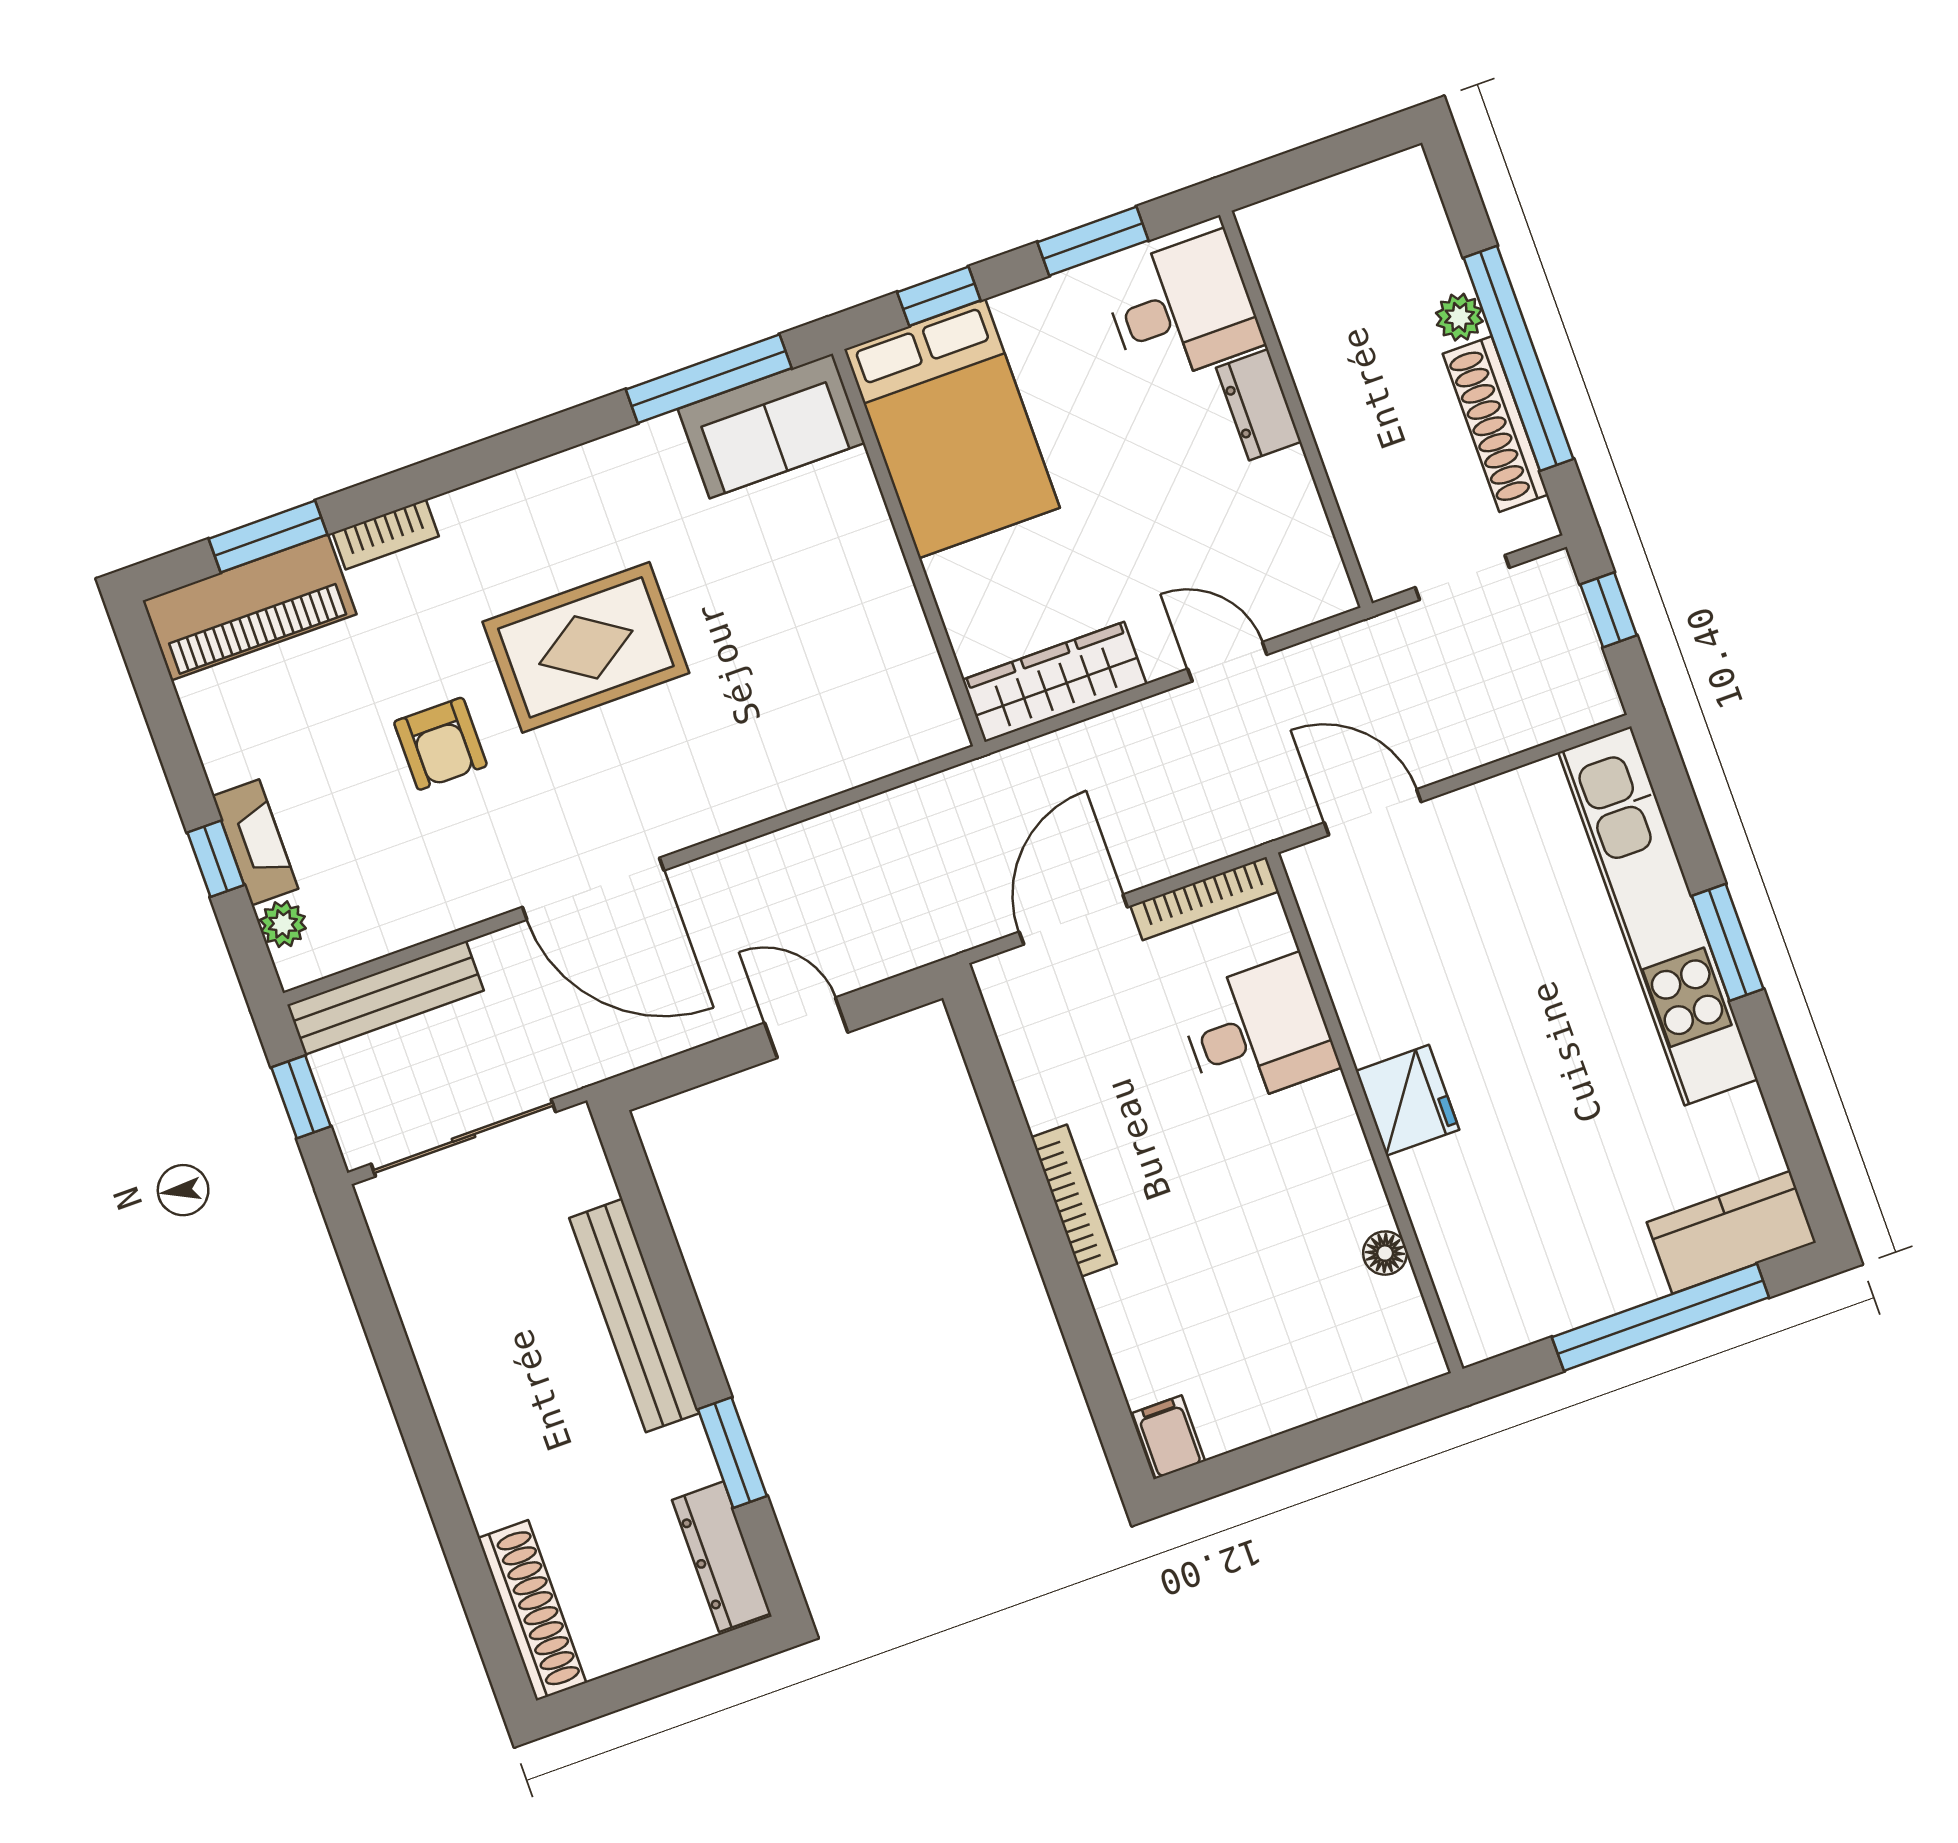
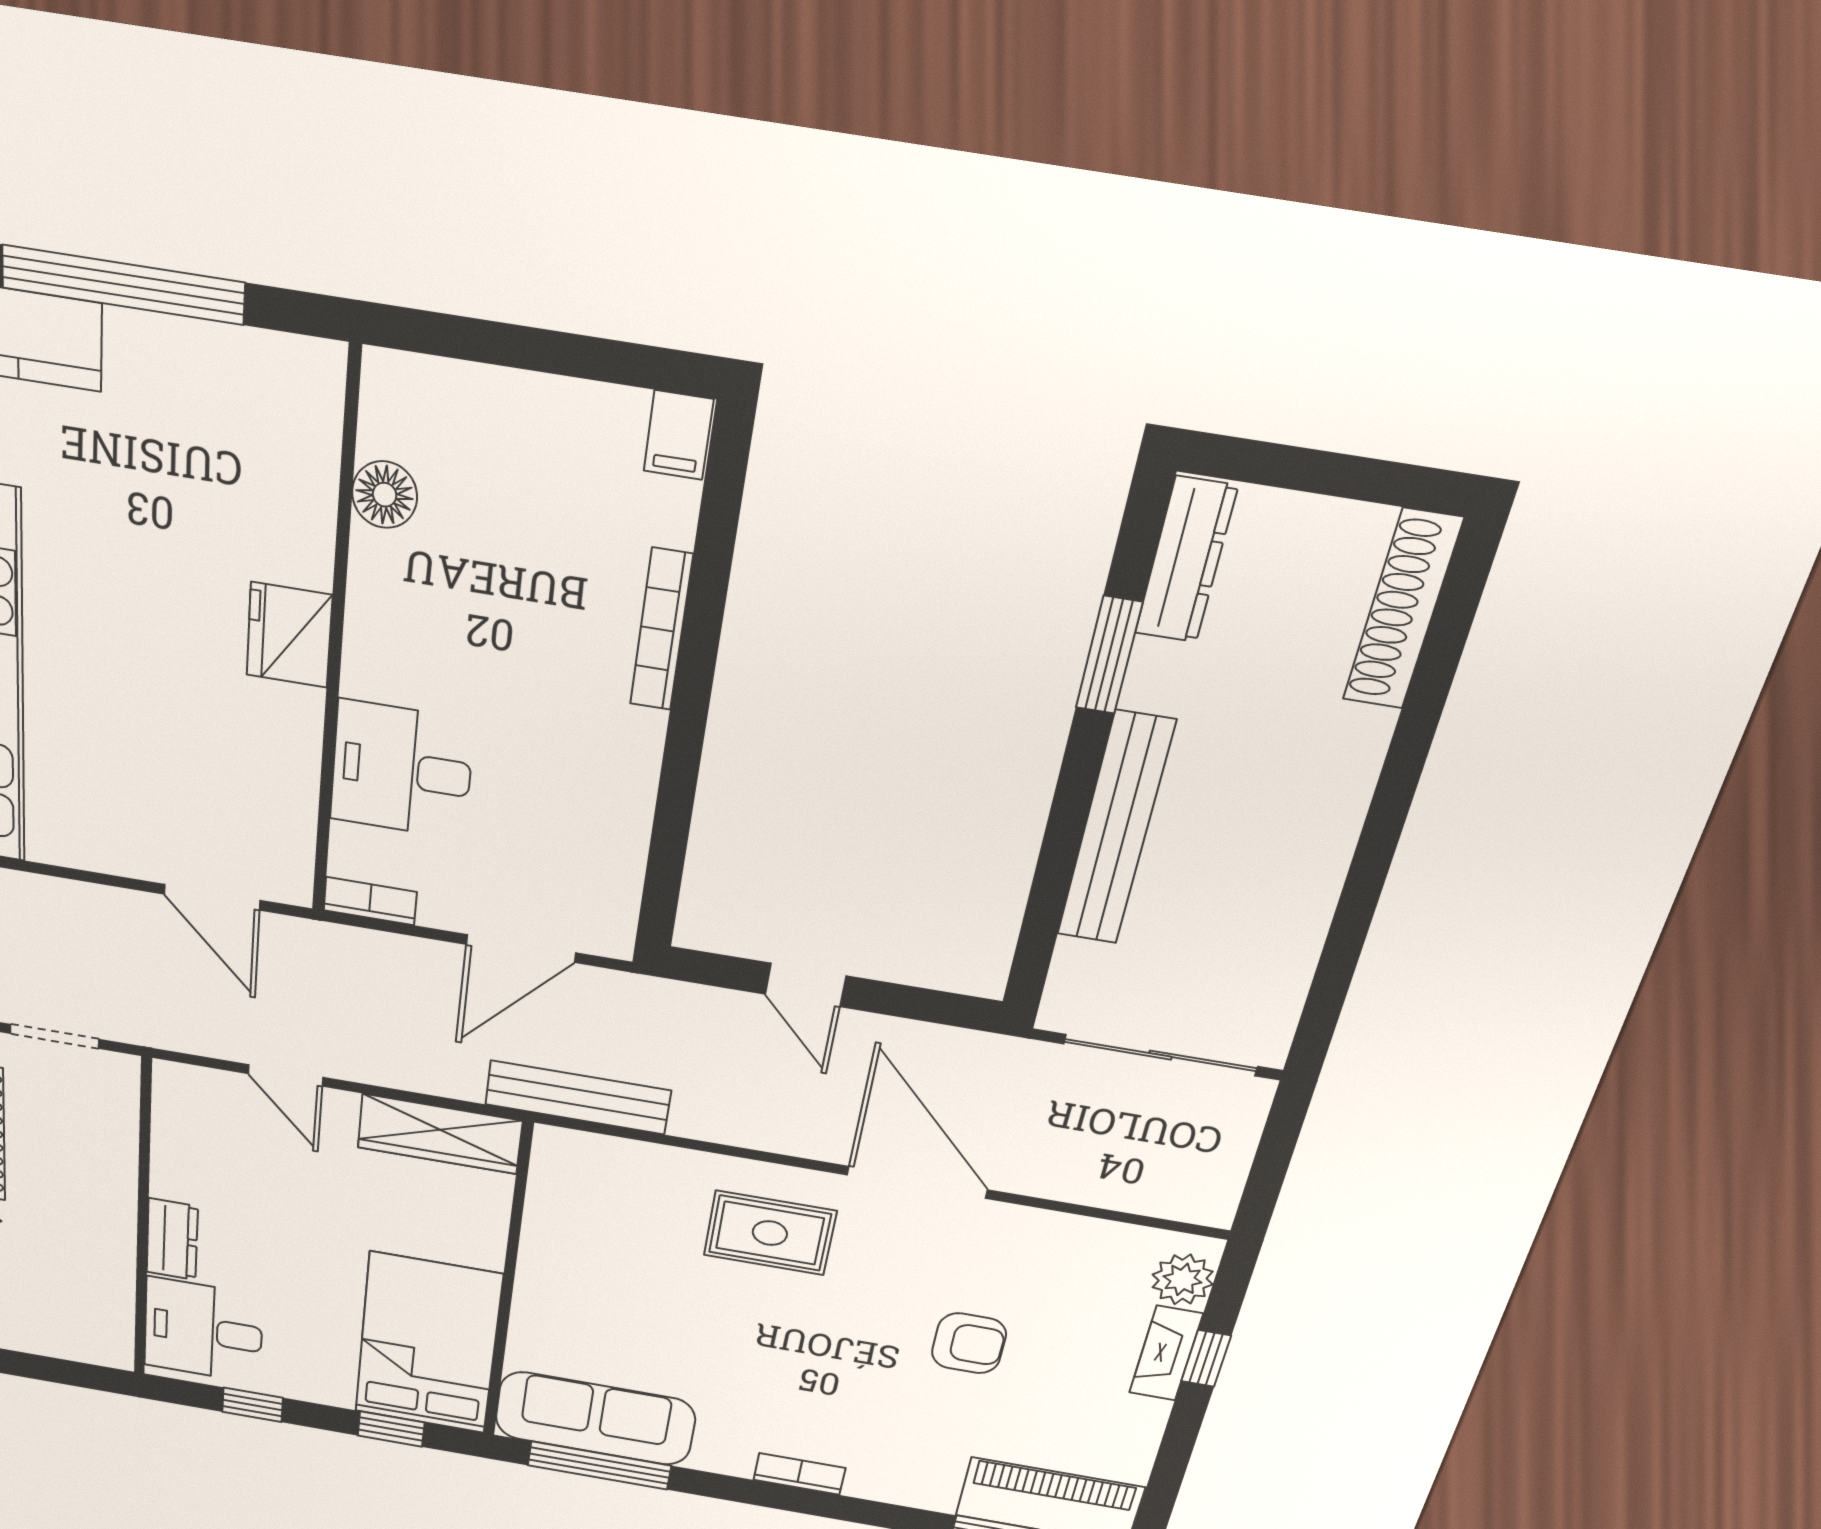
window: (1093, 241) -> (253, 1405), width x0.67
sofa: (771, 426) -> (595, 1419), width x1.36
bookcase: (386, 534) -> (799, 1474), moved
rug: (586, 647) -> (770, 1233), moved, width x0.73, depth x0.70
armchair: (440, 744) -> (969, 1343), turned 90
bookcase: (1204, 899) -> (370, 901), width x0.64
plant: (283, 924) -> (1183, 1279), width x1.38, depth x1.38
bench: (385, 998) -> (578, 1097), moved
window: (301, 1097) -> (1273, 1158), removed
bookcase: (1074, 1201) -> (661, 630), moved
floor lamp: (1385, 1253) -> (385, 495), width x1.37, depth x1.37

